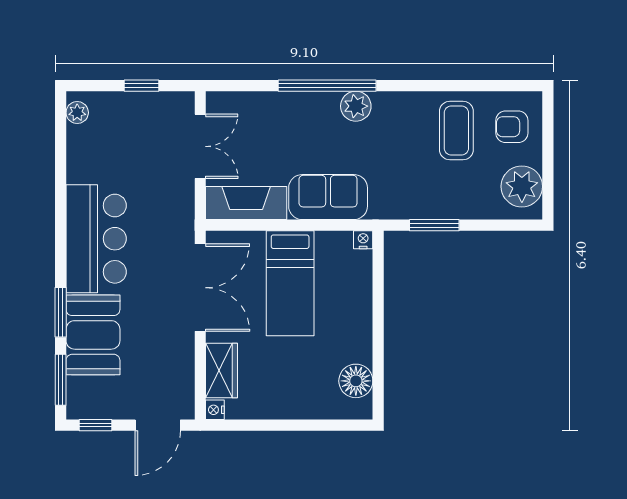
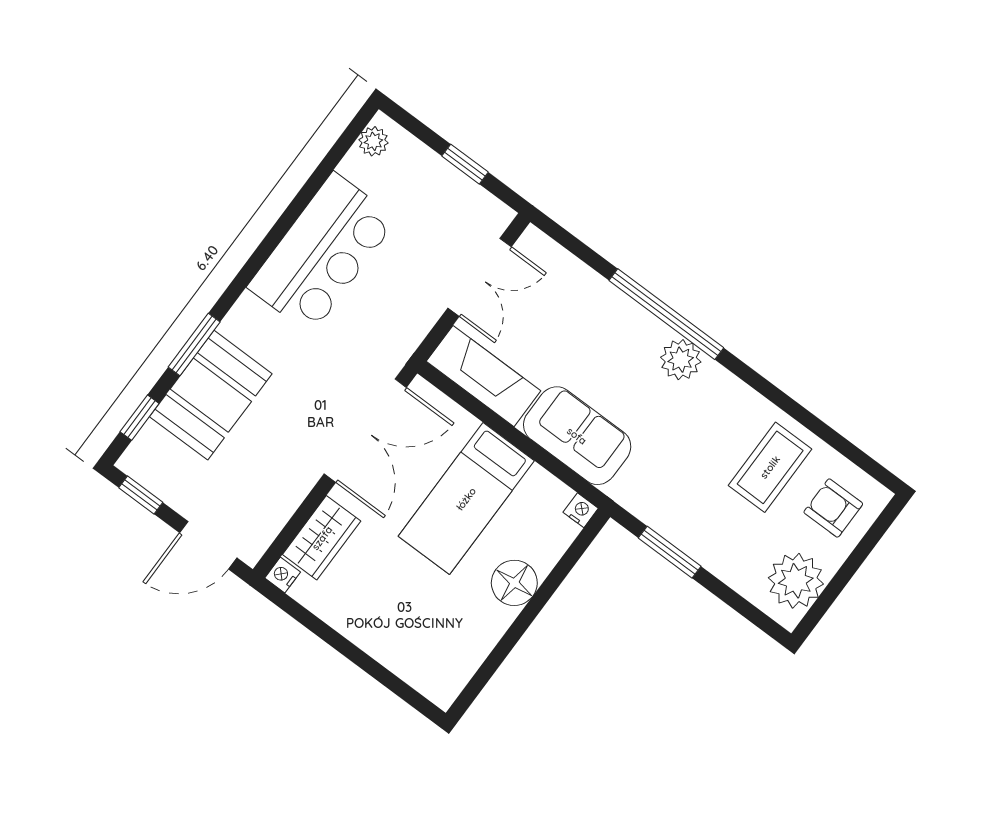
bar counter: (96, 239) -> (322, 253), moved
window: (61, 380) -> (140, 418), width x0.67
floor lamp: (356, 381) -> (514, 583), moved

